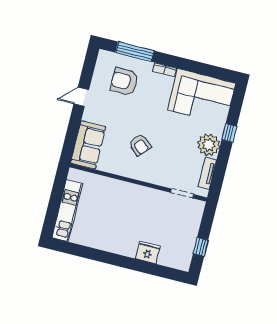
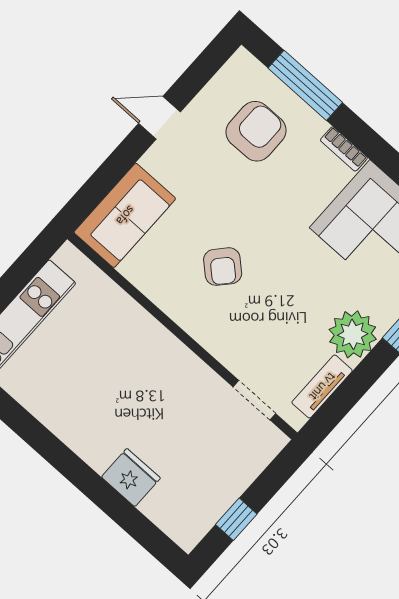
armchair: (124, 81) -> (256, 131), turned 90

